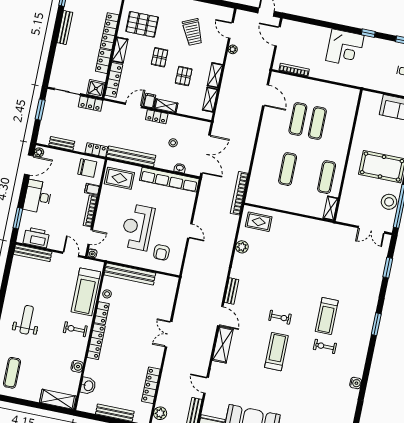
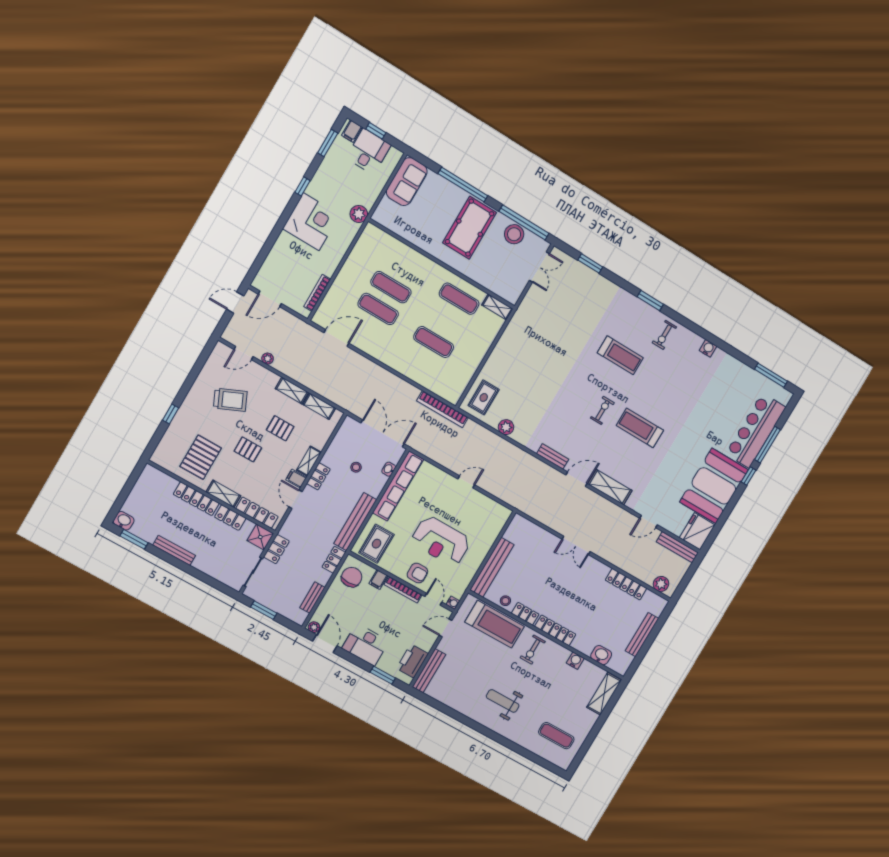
plant: (363, 81) -> (359, 214), added
armchair: (161, 252) -> (417, 573), moved
exercise bike: (325, 346) -> (664, 335), moved

